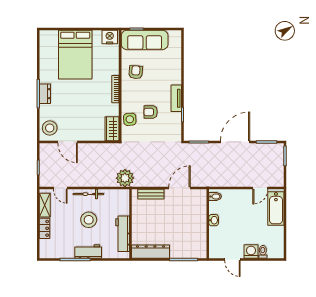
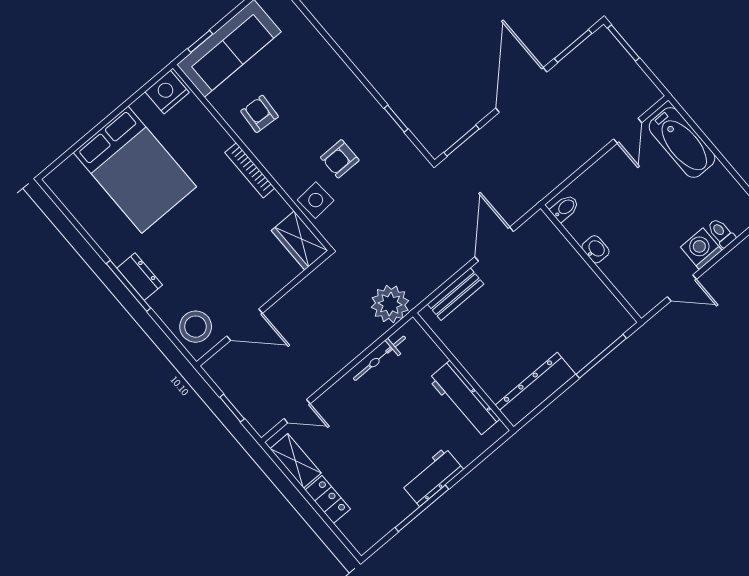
tv unit: (176, 98) -> (363, 100), removed
bicycle: (88, 194) -> (379, 358), moved
stool: (89, 220) -> (389, 424), removed

